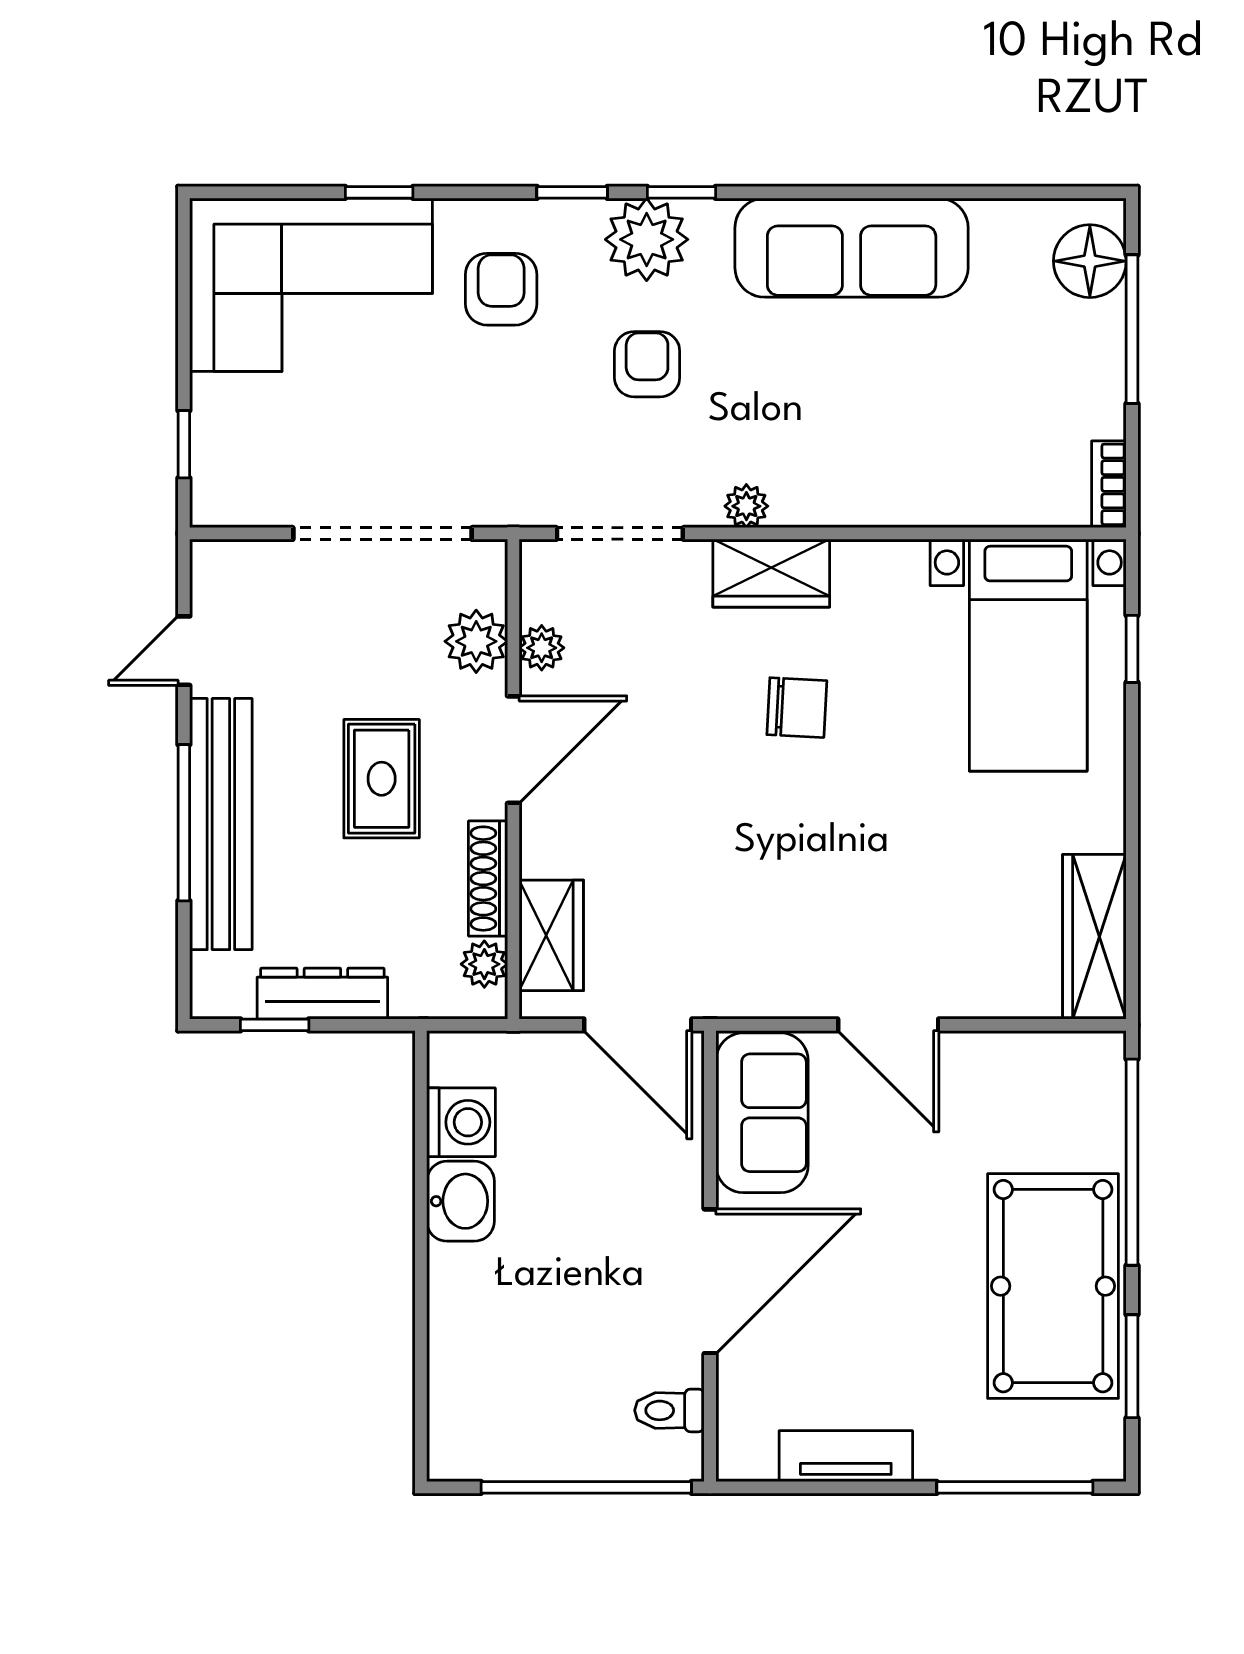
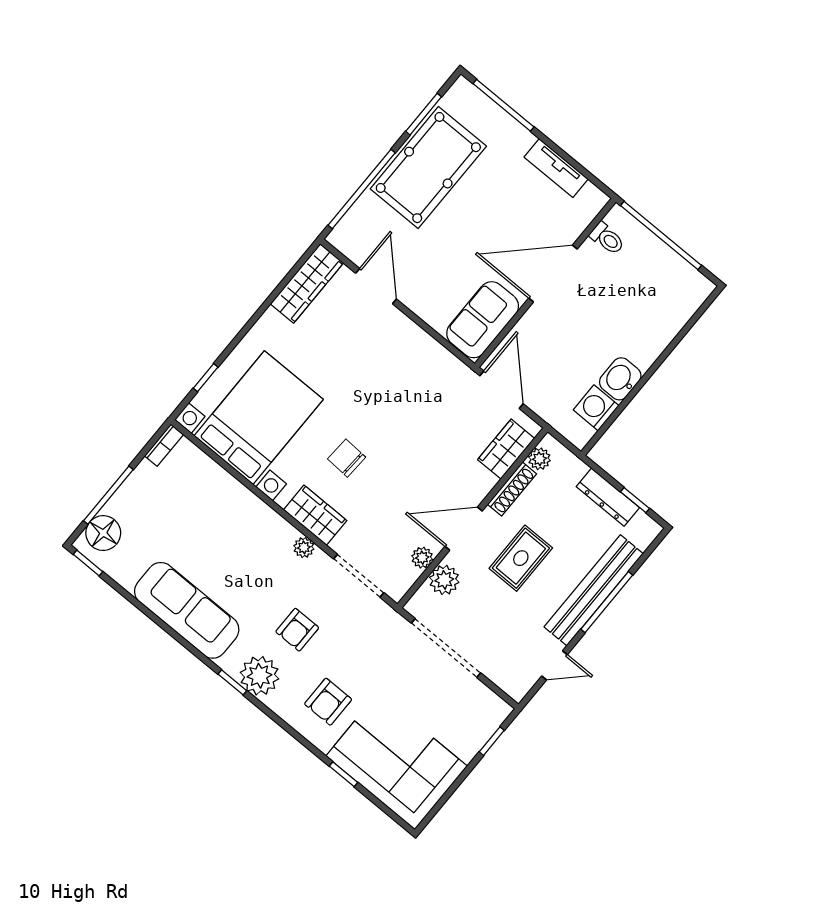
window: (572, 192) -> (88, 563), moved
bed with nightstands: (1028, 655) -> (259, 418), width x1.36
door: (888, 1025) -> (376, 286), moved

